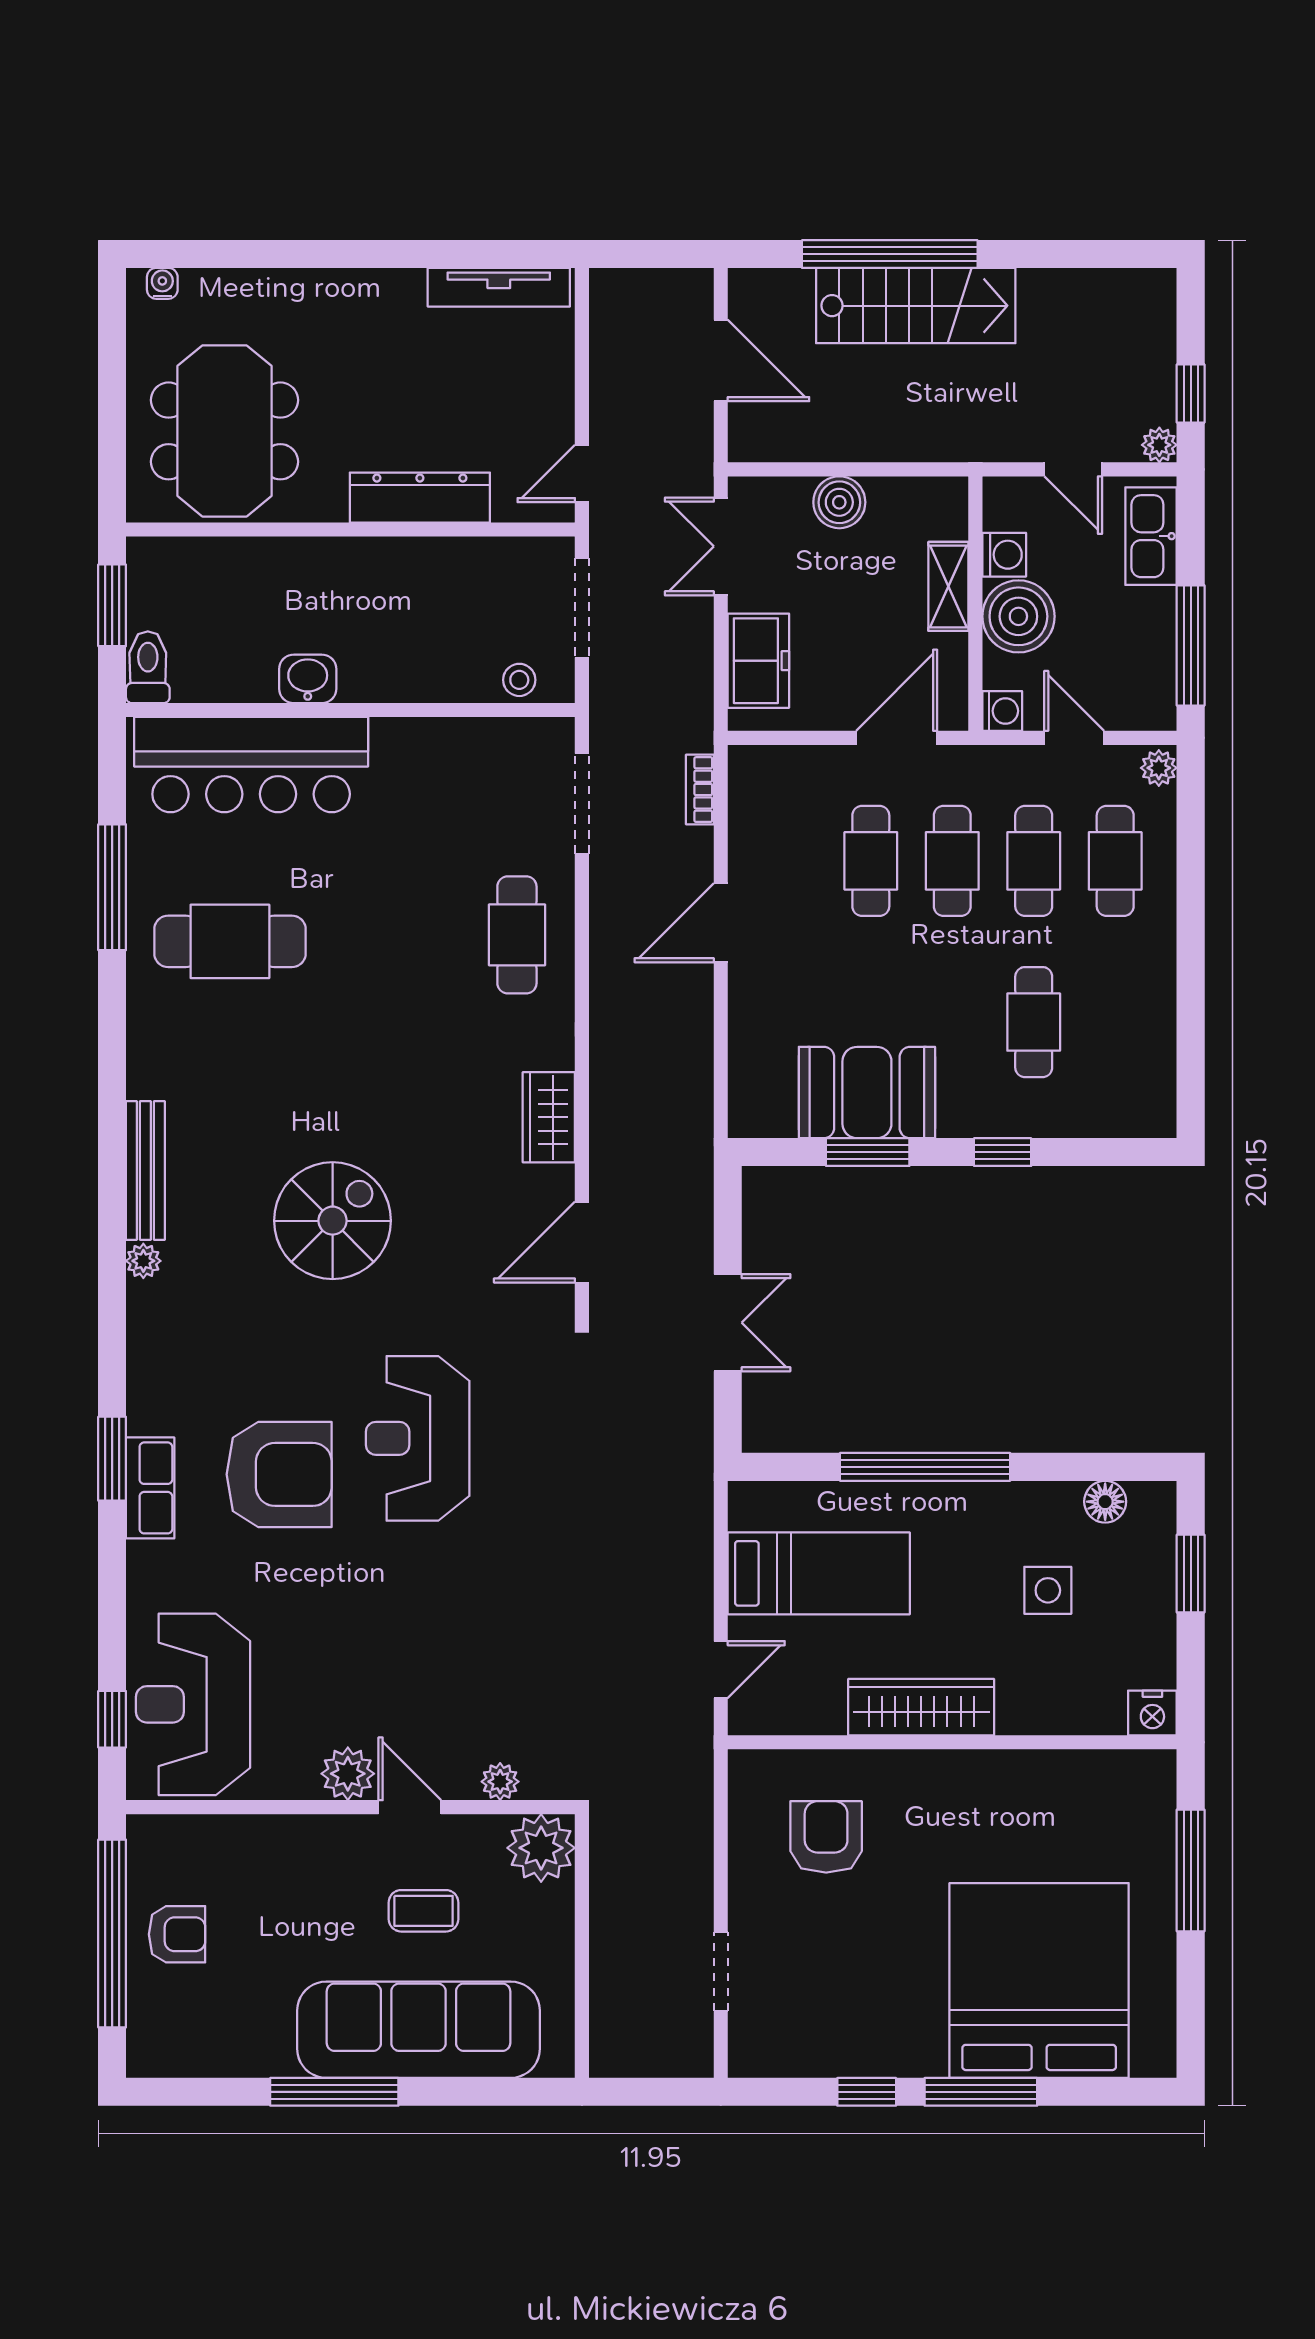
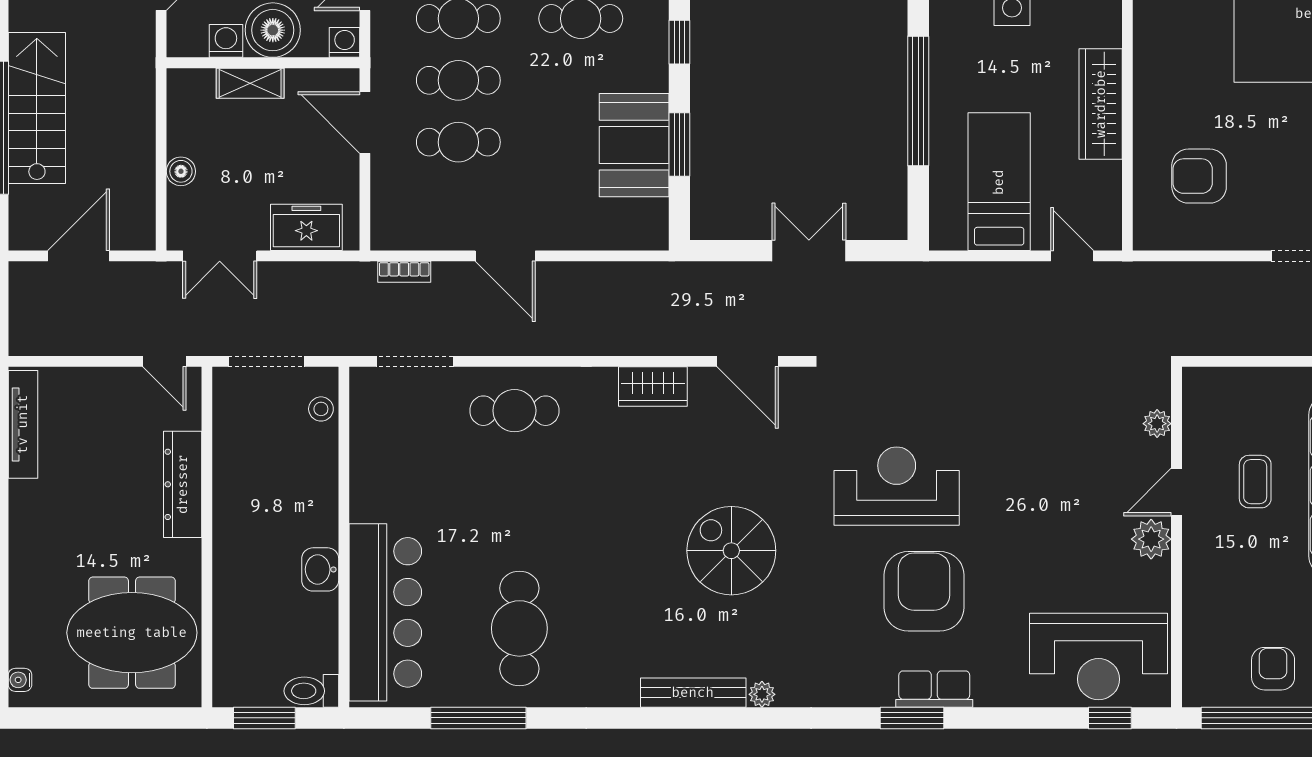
boiler: (839, 502) -> (181, 171), width x0.73, depth x0.73
reception desk: (418, 1438) -> (897, 486), turned 180
plant: (541, 1848) -> (1208, 392), removed

